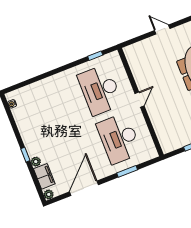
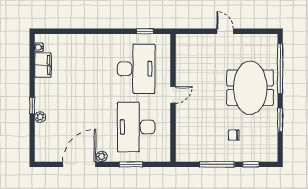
desk: (100, 90) -> (136, 69), turned 180
filing cabinet: (44, 176) -> (43, 65), moved
plant: (49, 194) -> (102, 156), moved

